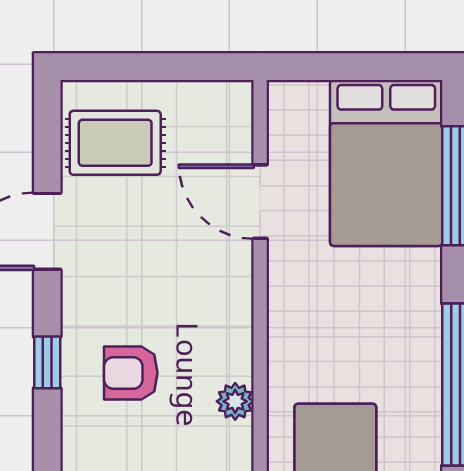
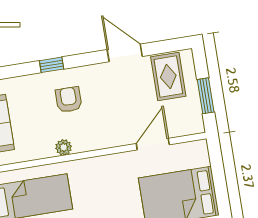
window: (171, 67) -> (206, 96), added
window: (47, 362) -> (52, 65), moved

